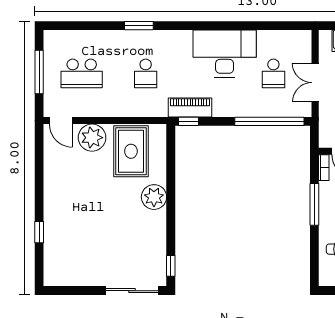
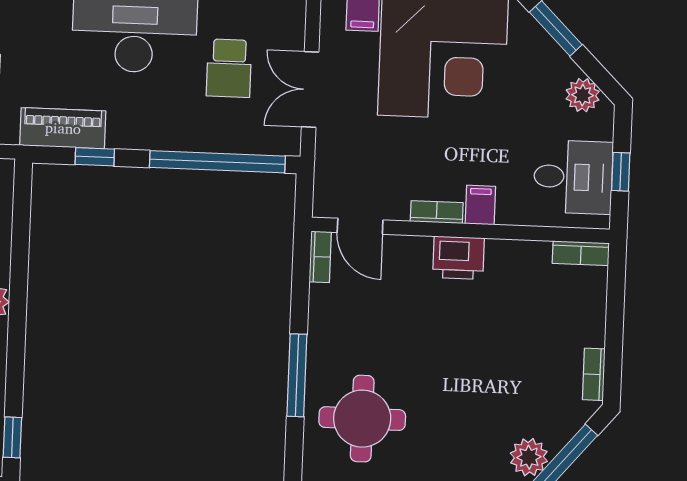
window: (189, 121) -> (95, 157), moved
window: (314, 204) -> (297, 375), moved

